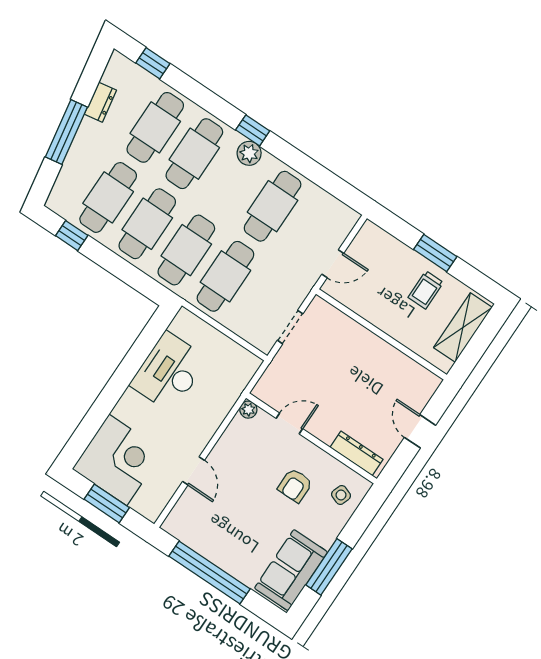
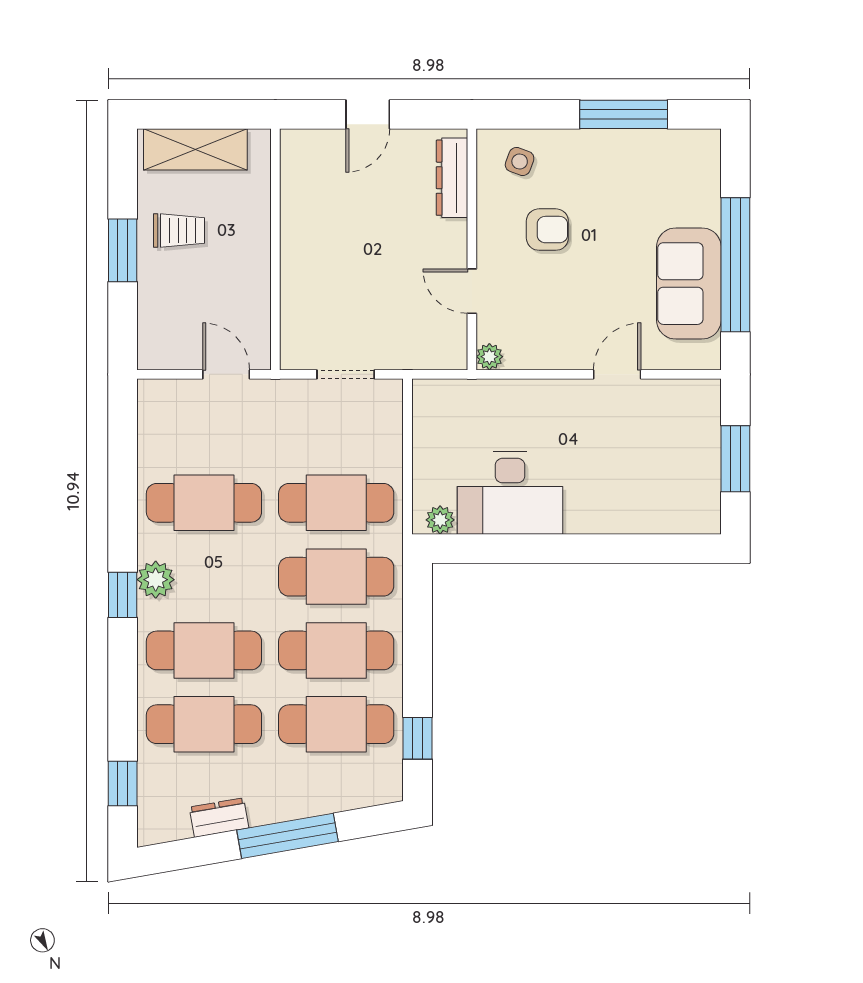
plant: (179, 325) -> (440, 520), added
corner desk: (118, 460) -> (669, 482), removed
sofa: (291, 570) -> (689, 284), moved, turned 90

